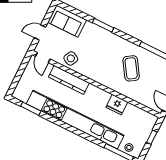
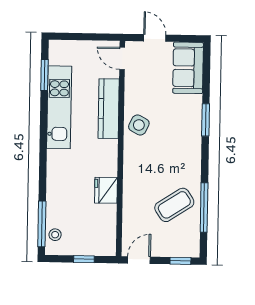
door: (43, 58) -> (122, 58), hinge flipped
side table: (71, 58) -> (139, 125), moved
coffee table: (131, 68) -> (174, 205), moved
kitchen unit: (75, 120) -> (59, 107), width x0.54

